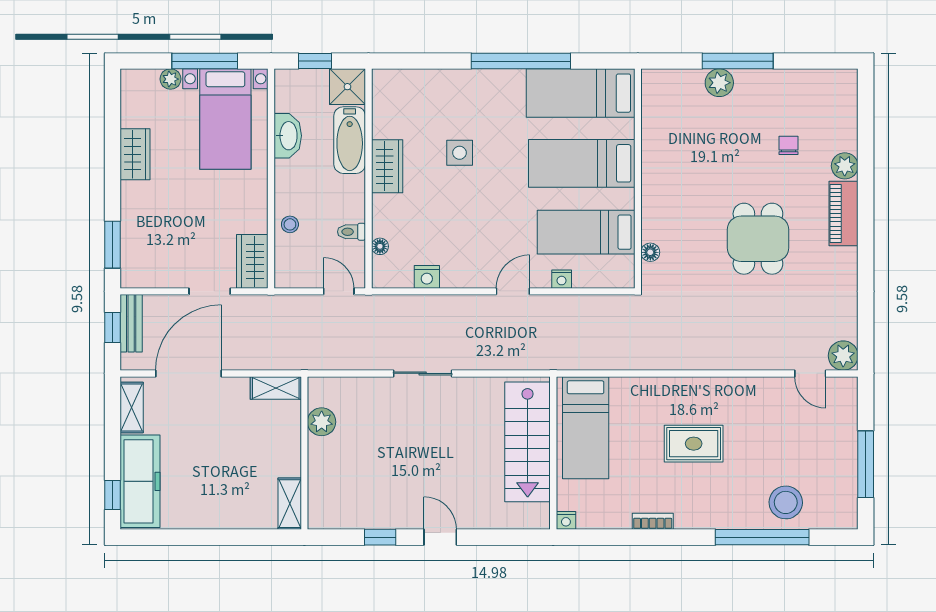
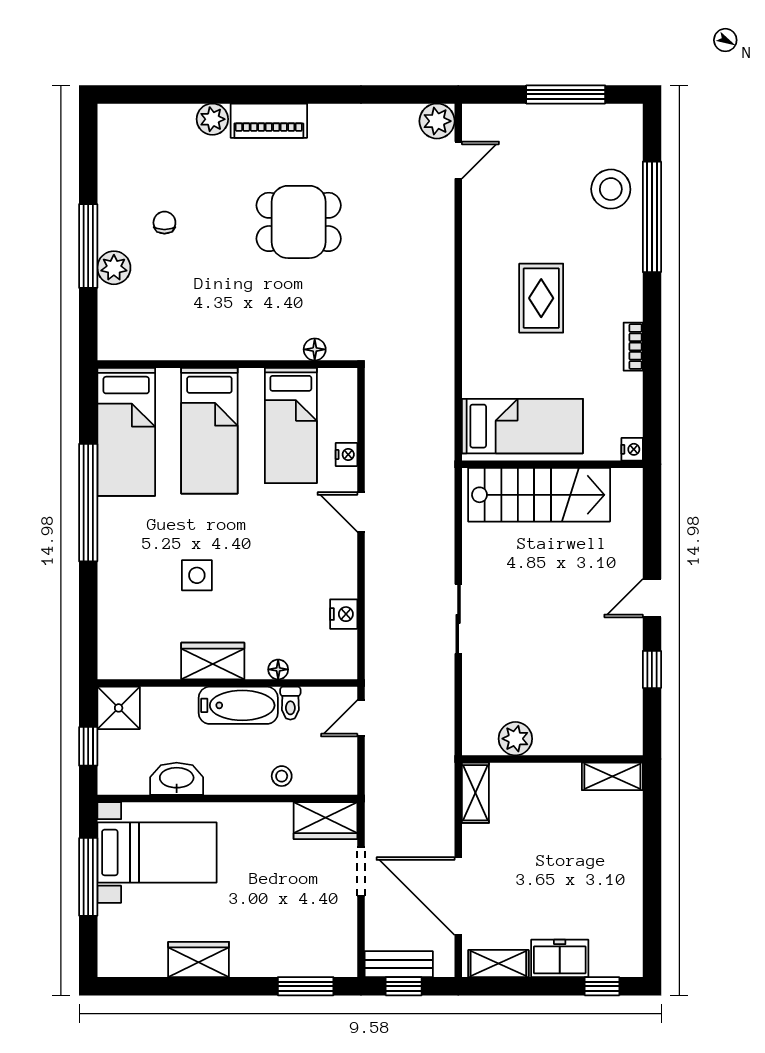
plant: (170, 79) -> (110, 918), removed
bathtub: (350, 140) -> (238, 705), moved
chair: (788, 145) -> (164, 223), moved, turned 90
floor lamp: (380, 246) -> (278, 669), moved
freezer: (140, 481) -> (560, 958), width x0.52, depth x0.79

